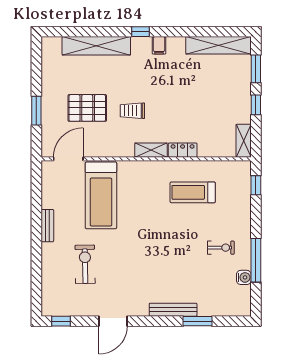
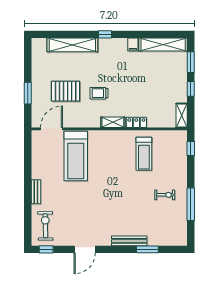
filing cabinet: (159, 45) -> (133, 45), moved
treadmill: (193, 192) -> (144, 154), turned -90
bench: (47, 226) -> (36, 192), moved
exercise bike: (85, 264) -> (45, 226), moved
water cooler: (244, 277) -> (182, 217), removed

